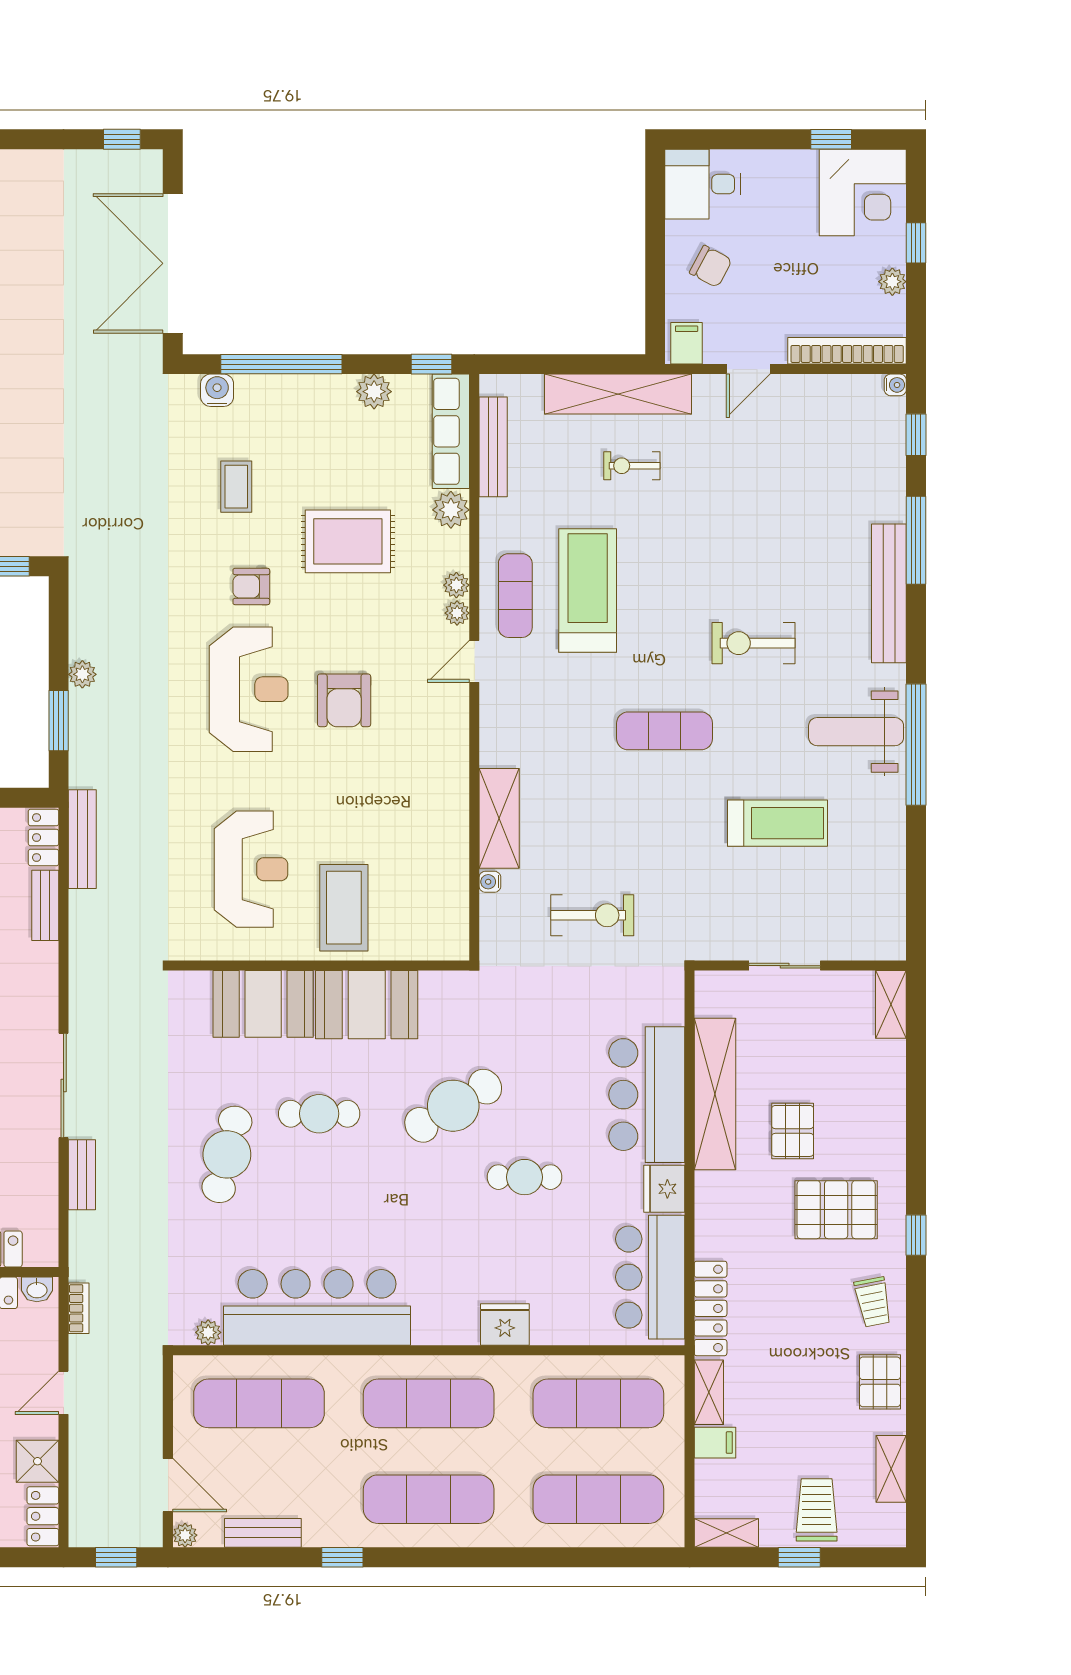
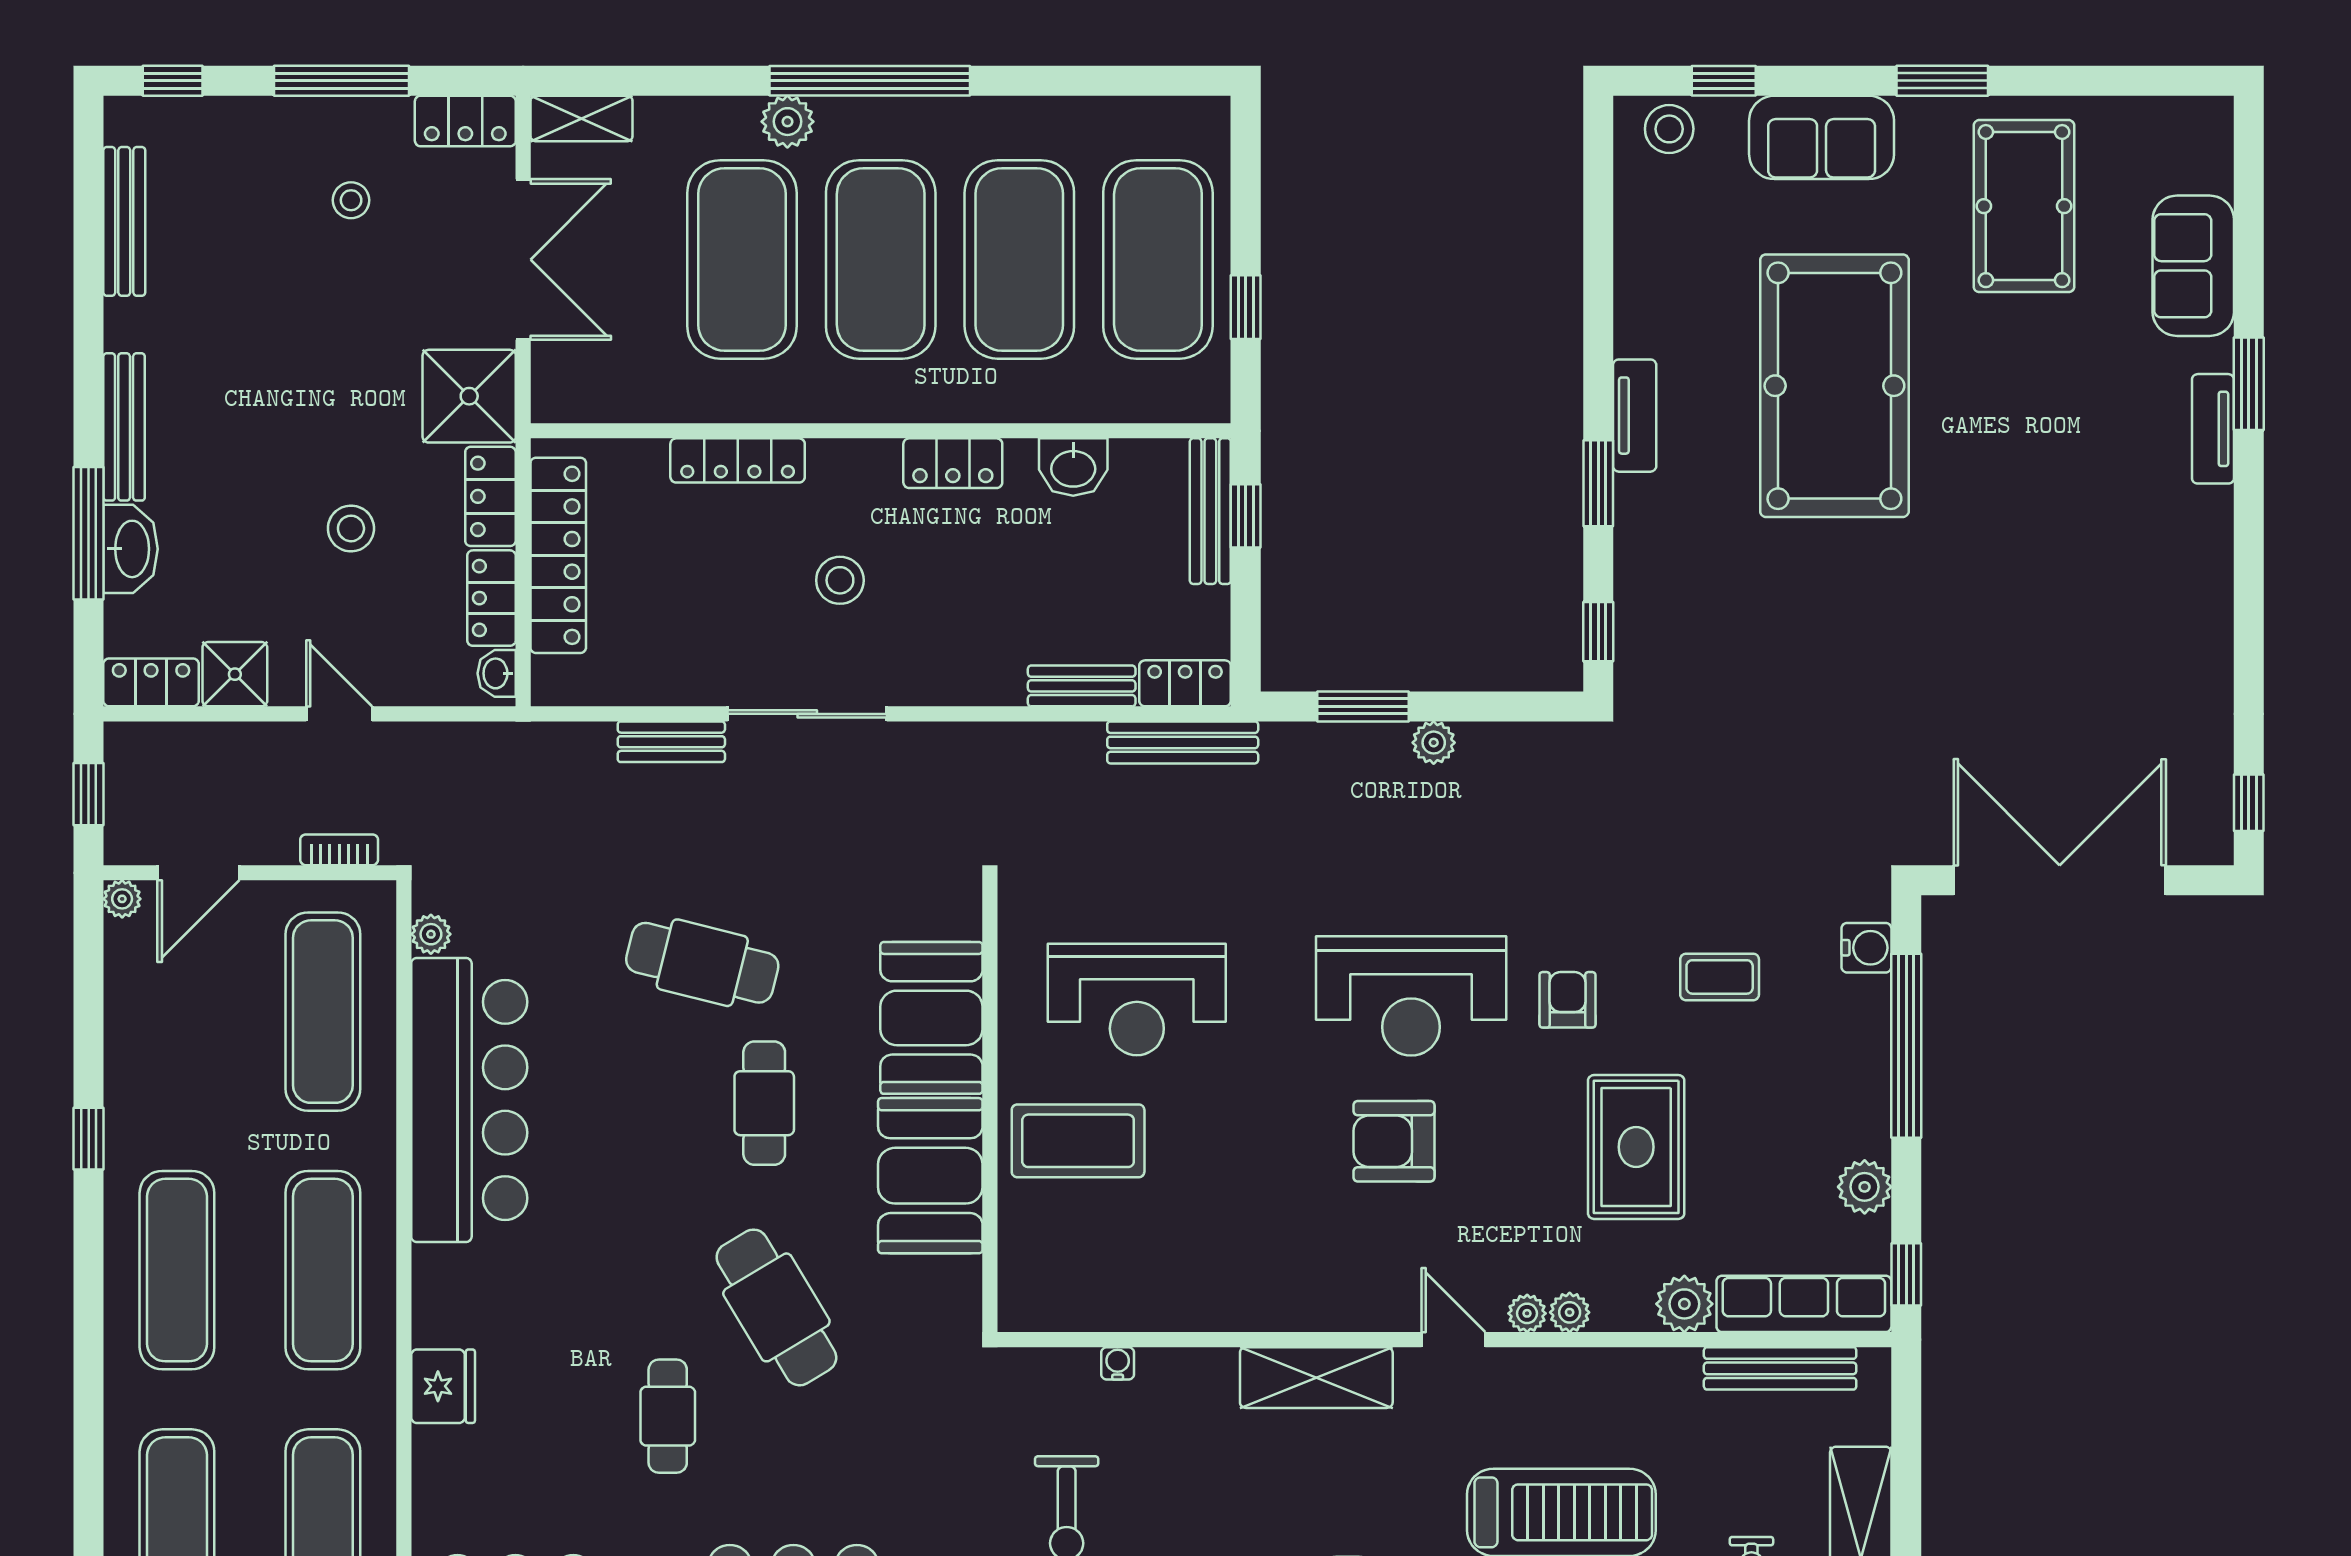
exercise mat: (515, 596) -> (1554, 1402), removed
shelving: (499, 818) -> (1316, 1378), moved
bookcase: (79, 1308) -> (339, 850), moved, turned 180
bench: (263, 1533) -> (126, 1018), removed

